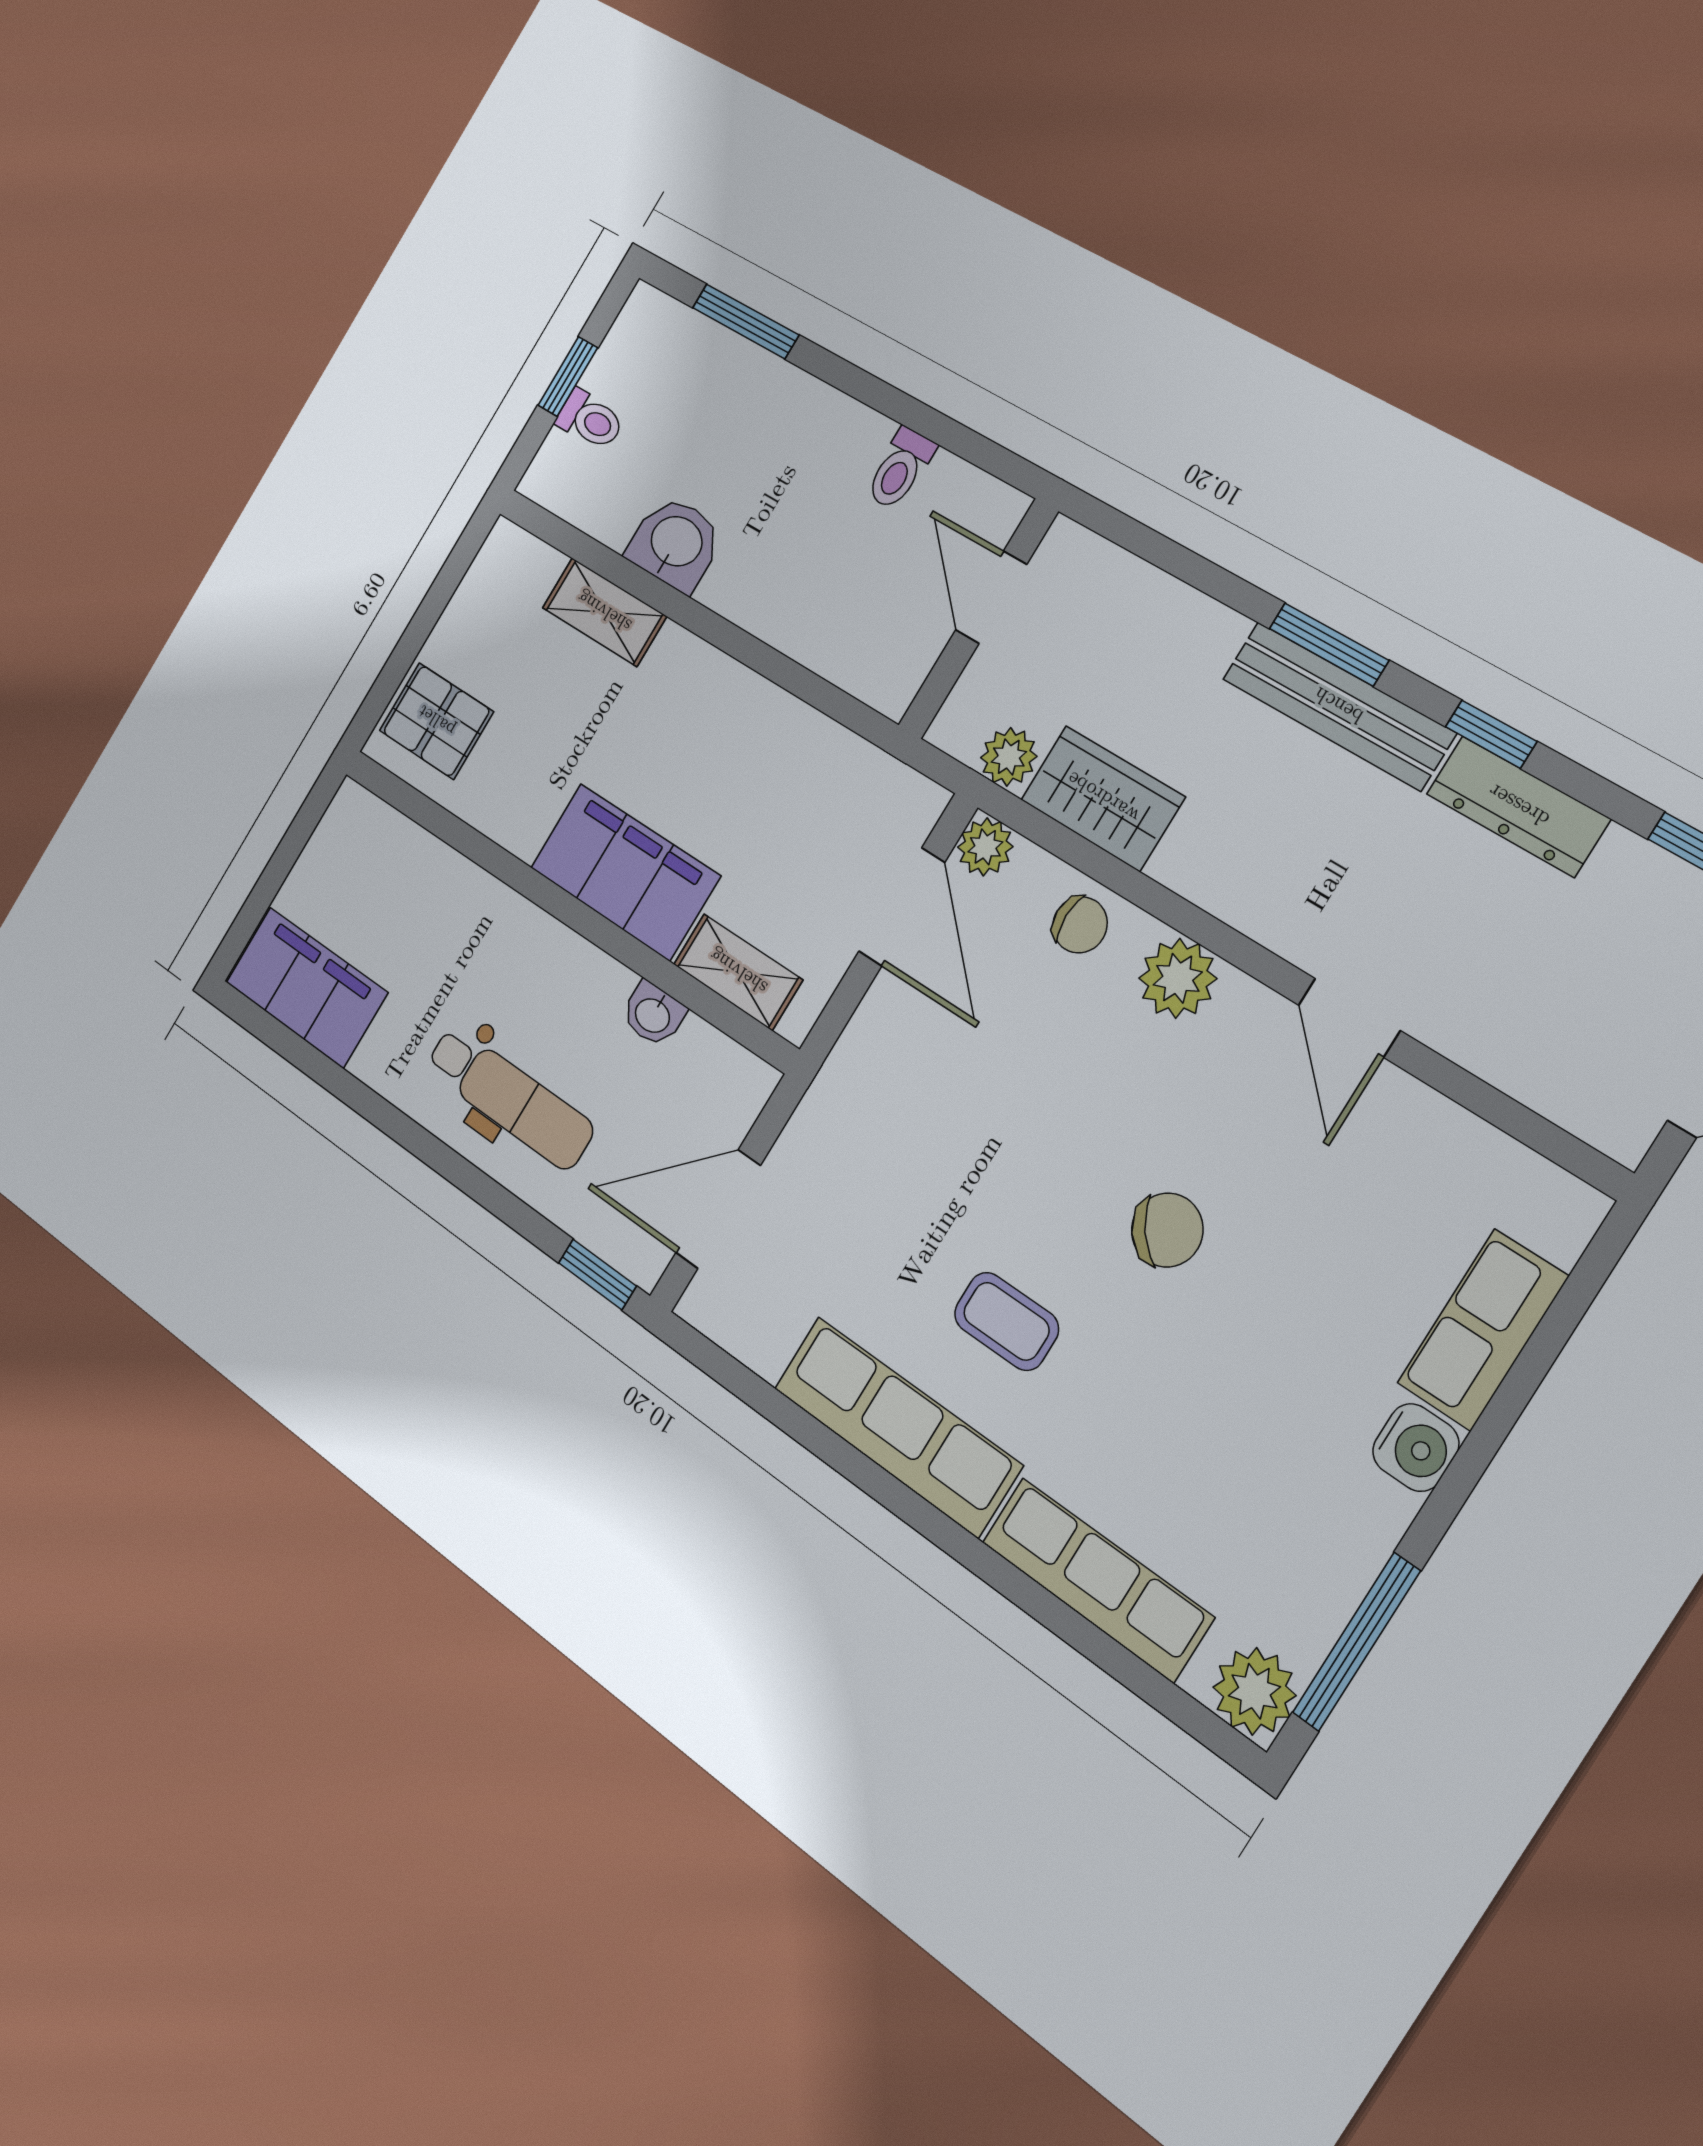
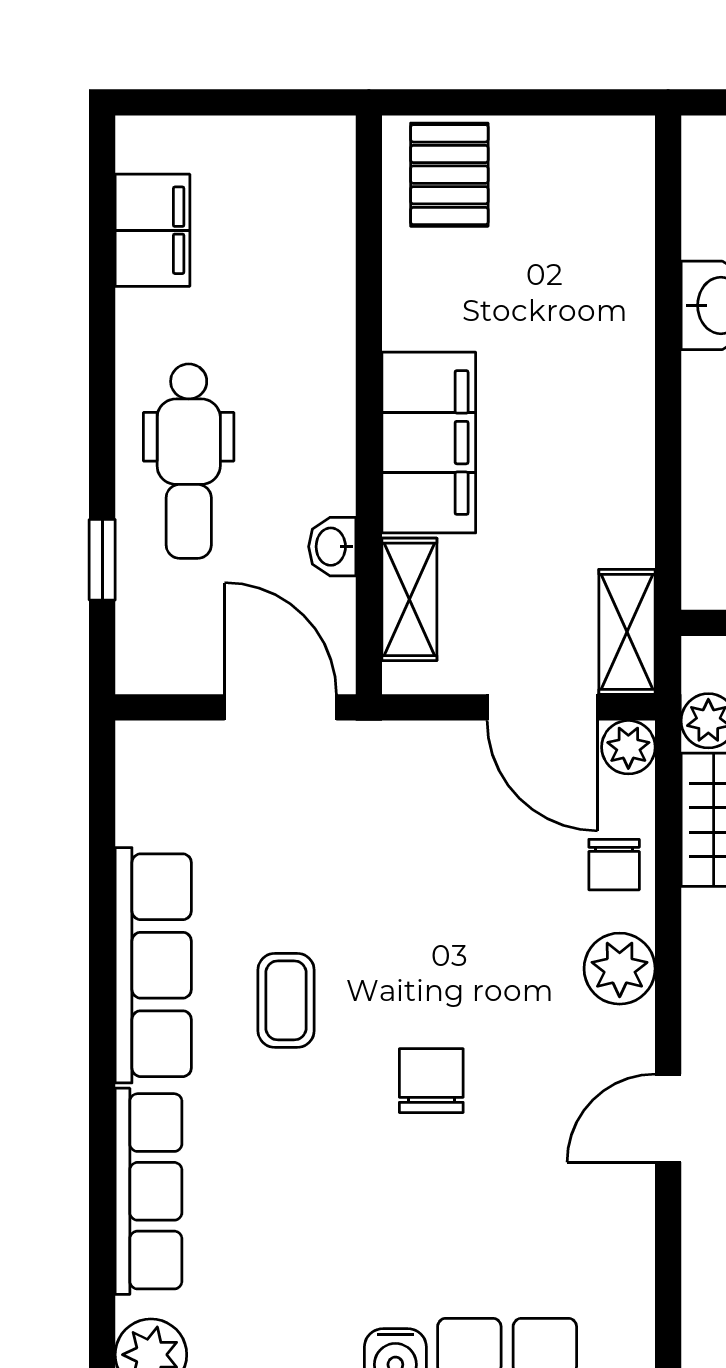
shelving: (604, 612) -> (627, 632), moved
door: (902, 907) -> (542, 707), hinge flipped
filing cabinet: (306, 987) -> (153, 230), width x0.67, depth x0.86
door: (718, 1209) -> (281, 707), moved
chair: (1167, 1230) -> (431, 1081), turned -143
window: (597, 1274) -> (102, 560), moved

